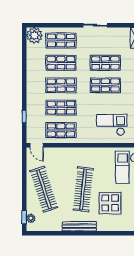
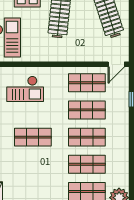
shop shelf: (105, 63) -> (33, 164), removed
door: (37, 145) -> (116, 64), swing flipped

